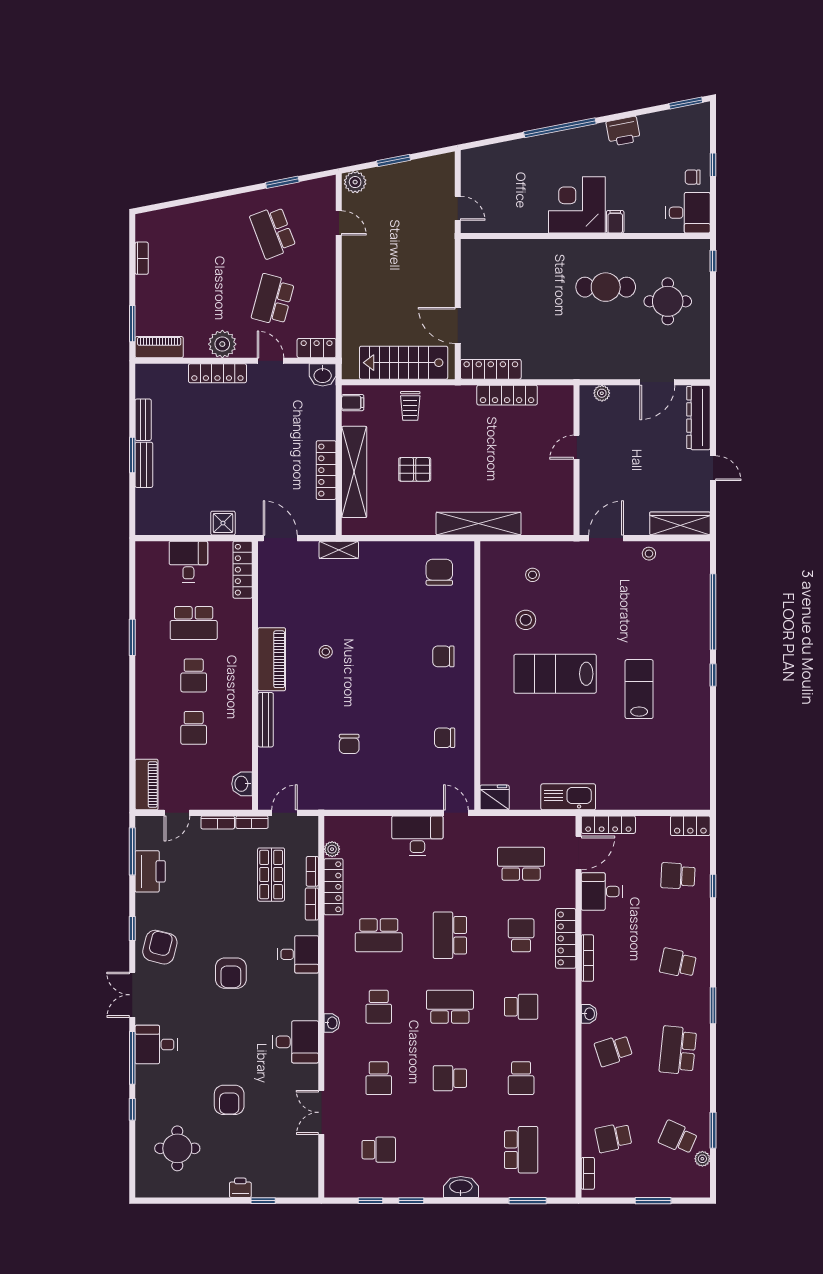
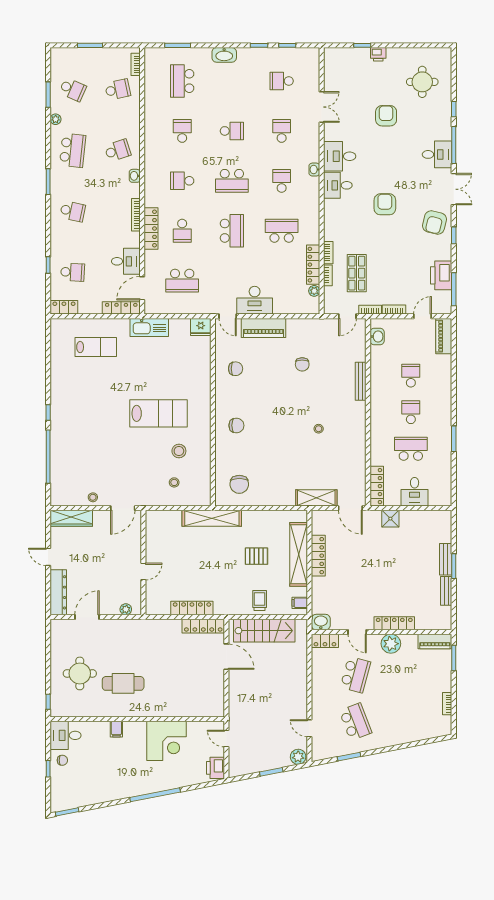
printer: (623, 131) -> (215, 768), moved, turned -79
corner desk: (577, 205) -> (166, 741), moved
shelving: (339, 550) -> (316, 498), width x1.50, depth x1.33
piano: (272, 659) -> (264, 328), moved, turned -90
lab bench: (639, 689) -> (96, 347), moved, turned -90
chair: (349, 744) -> (302, 364), turned 180
desk: (298, 954) -> (338, 185), moved
plant: (702, 1159) -> (56, 119), moved

